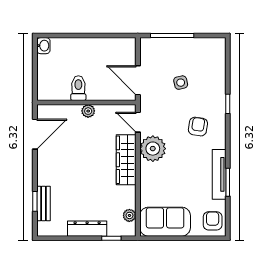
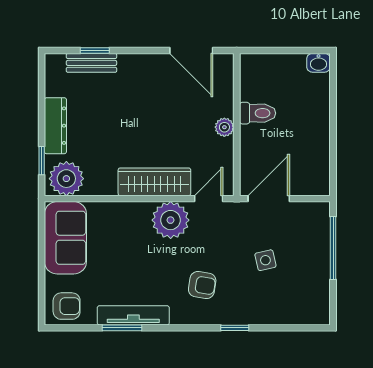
plant: (129, 215) -> (66, 179), width x1.87, depth x1.87

